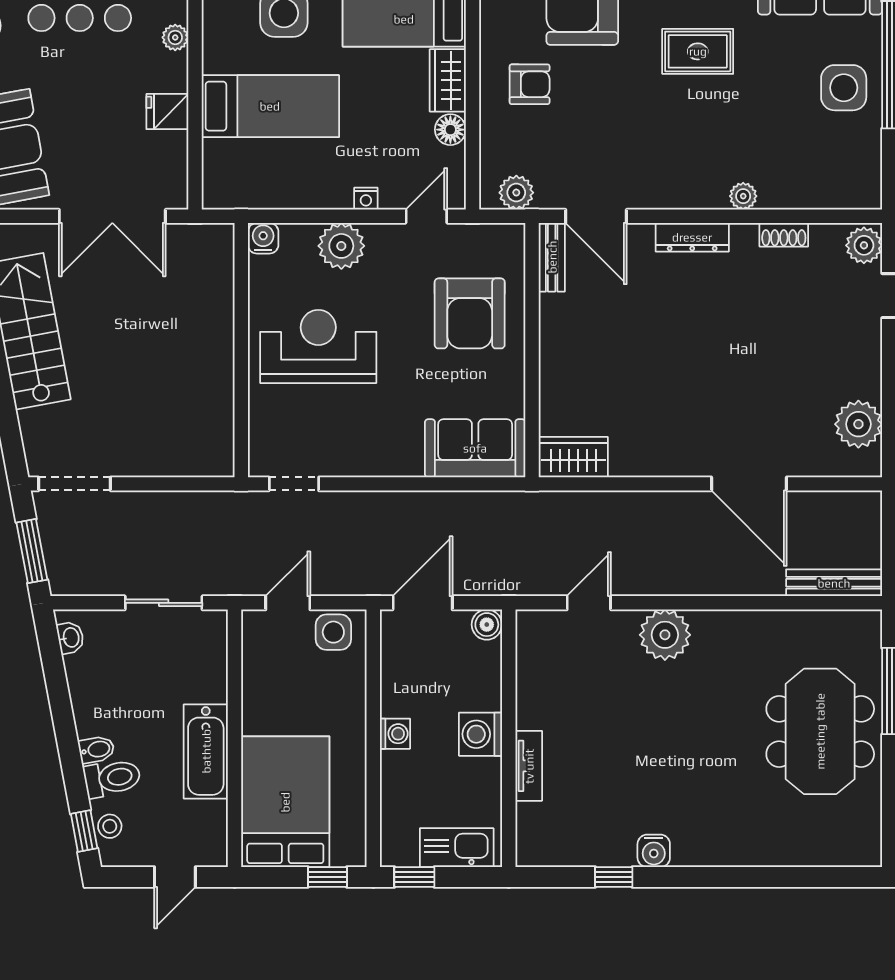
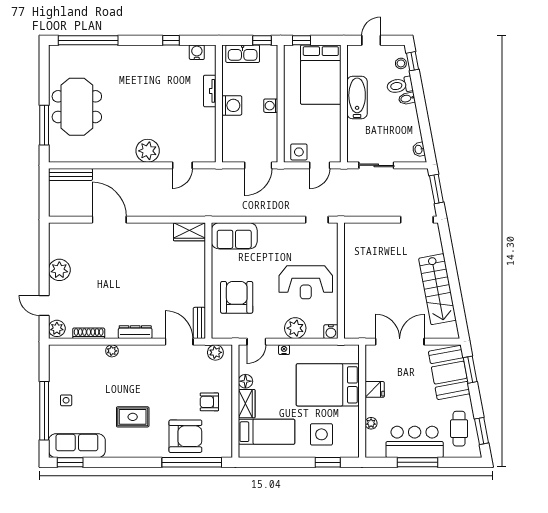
side table: (844, 88) -> (66, 400), width x0.54, depth x0.54
bed: (270, 106) -> (328, 385), width x1.50
shoe rack: (784, 235) -> (89, 333), width x1.43
plant: (858, 424) -> (59, 270), moved
boiler: (487, 625) -> (229, 155), removed
water cooler: (654, 851) -> (197, 52), moved
window: (795, 877) -> (88, 40), added

